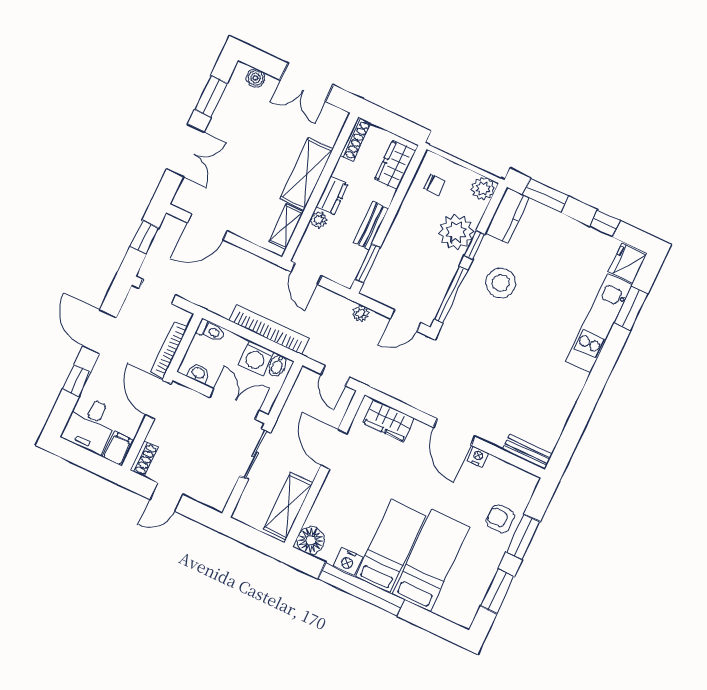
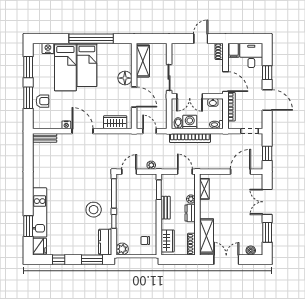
shelving: (306, 174) -> (206, 236), moved
plant: (456, 232) -> (125, 223), removed
floor lamp: (311, 540) -> (125, 78), moved
nightstand: (348, 561) -> (48, 48), moved

